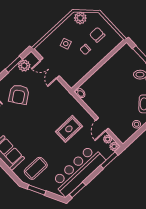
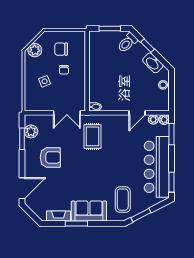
double door: (50, 68) -> (67, 113), moved
armchair: (19, 94) -> (50, 157), turned -54
door: (102, 124) -> (137, 113), hinge flipped
rug: (69, 129) -> (93, 136), moved

